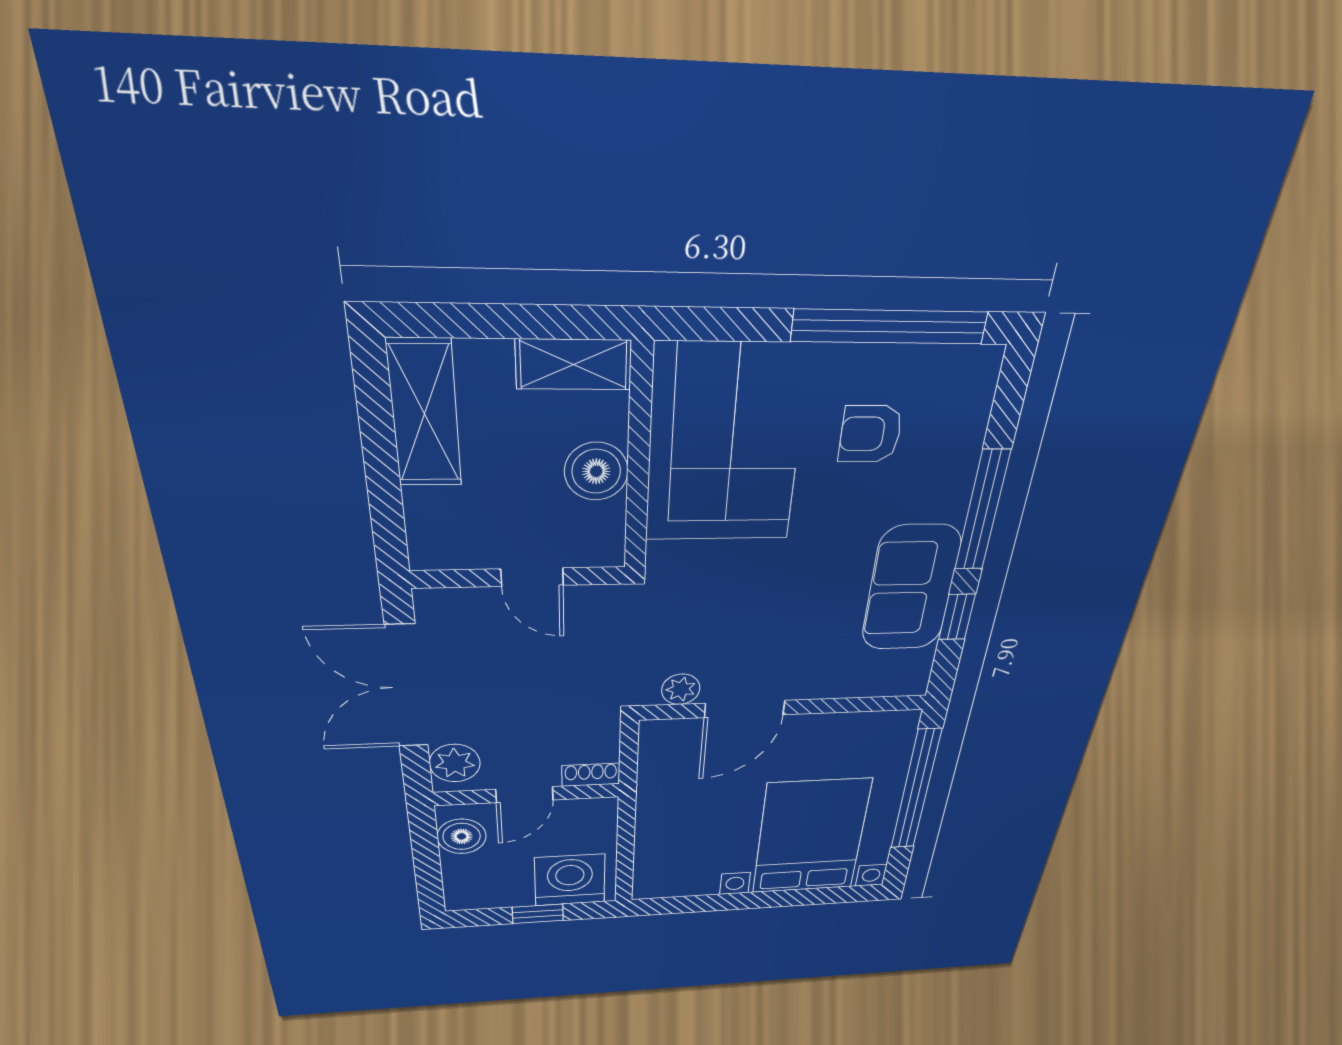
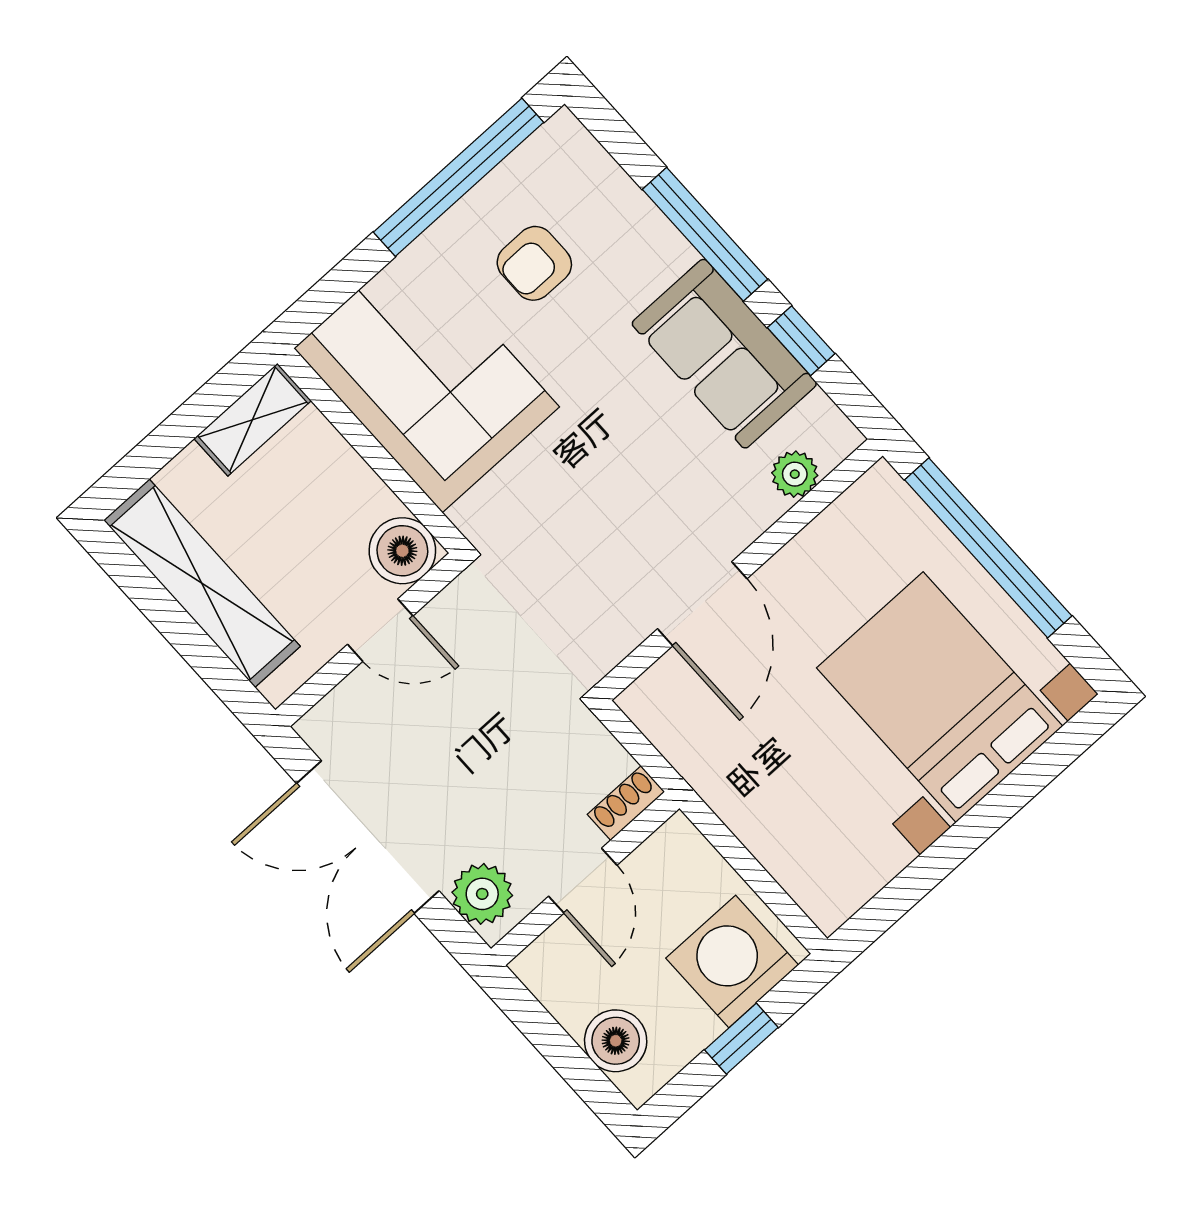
shelving: (425, 414) -> (202, 583), width x1.47
boiler: (596, 471) -> (402, 551), moved
plant: (681, 689) -> (795, 474), moved
boiler: (462, 836) -> (616, 1041), moved

